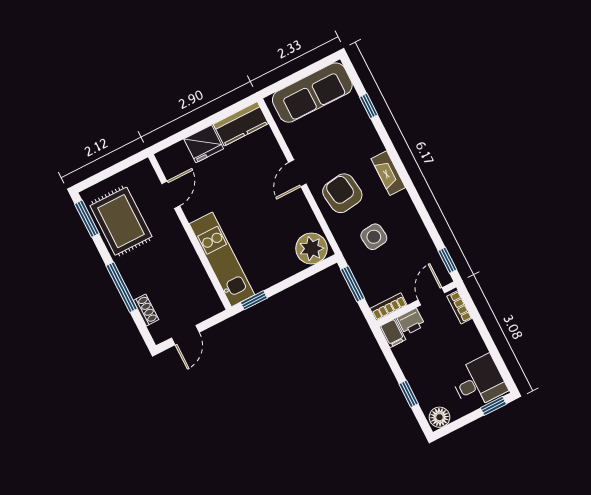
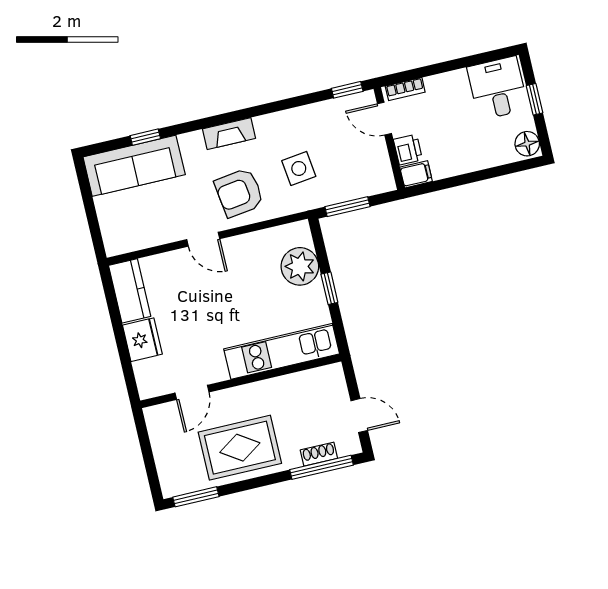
sofa: (312, 93) -> (134, 166), moved, turned 90
door: (171, 195) -> (192, 392), swing flipped
rug: (121, 221) -> (240, 448), moved
plant: (312, 248) -> (300, 266), moved
window: (122, 287) -> (322, 467), moved
window: (254, 300) -> (329, 288), moved
bookcase: (389, 307) -> (384, 171), removed
window: (409, 394) -> (491, 173), removed
window: (493, 406) -> (534, 99), moved

